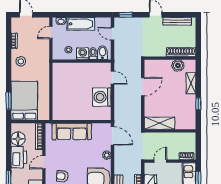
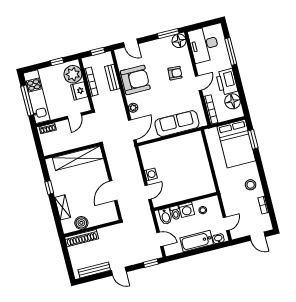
door: (112, 78) -> (148, 192), swing flipped
washing machine: (102, 97) -> (151, 174), width x0.53, depth x0.53
shelving: (159, 123) -> (78, 158), width x1.47
door: (112, 136) -> (132, 130), swing flipped

